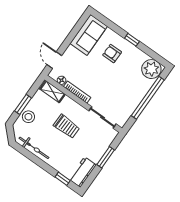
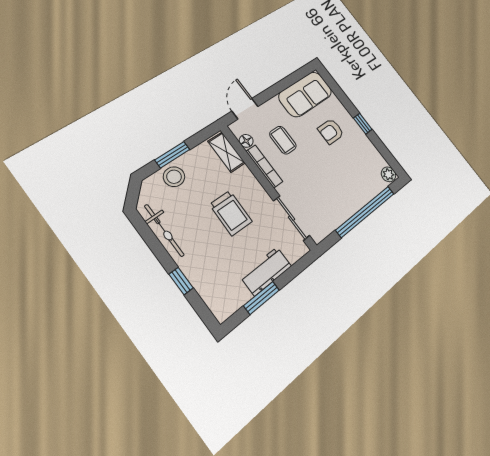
armchair: (112, 54) -> (331, 131), turned -90
plant: (151, 69) -> (388, 174), width x0.53, depth x0.53
coffee table: (83, 71) -> (283, 140), added
window: (106, 157) -> (262, 298), moved
workbench: (83, 172) -> (266, 271), moved
window: (63, 179) -> (181, 281), moved

